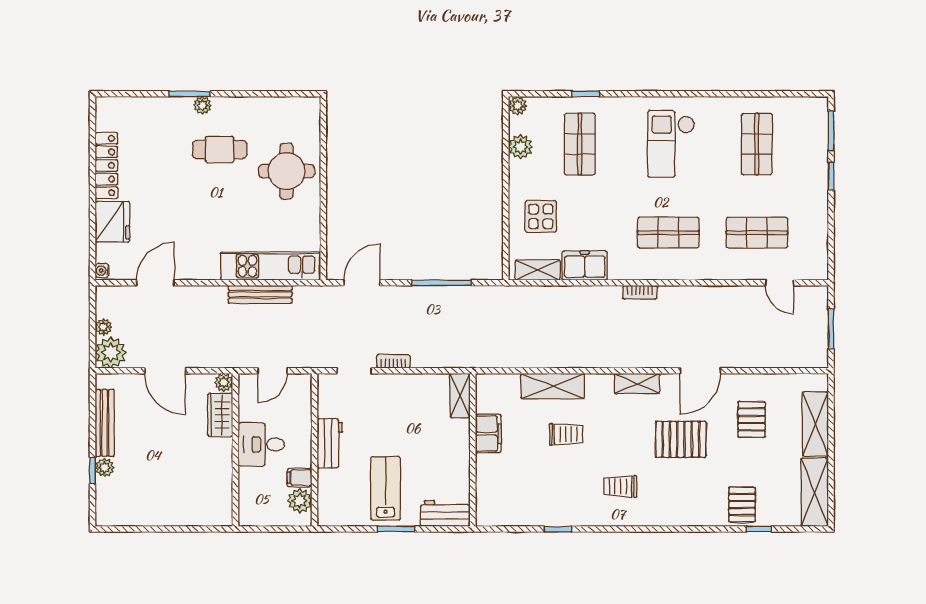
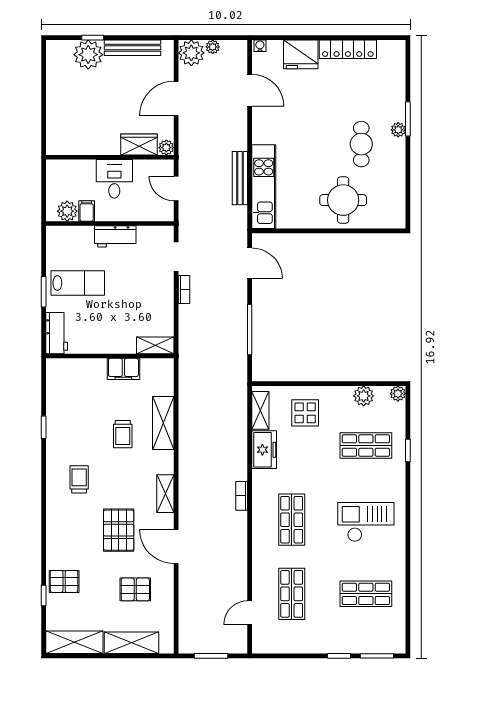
plant: (105, 468) -> (88, 55), width x1.87, depth x1.87

